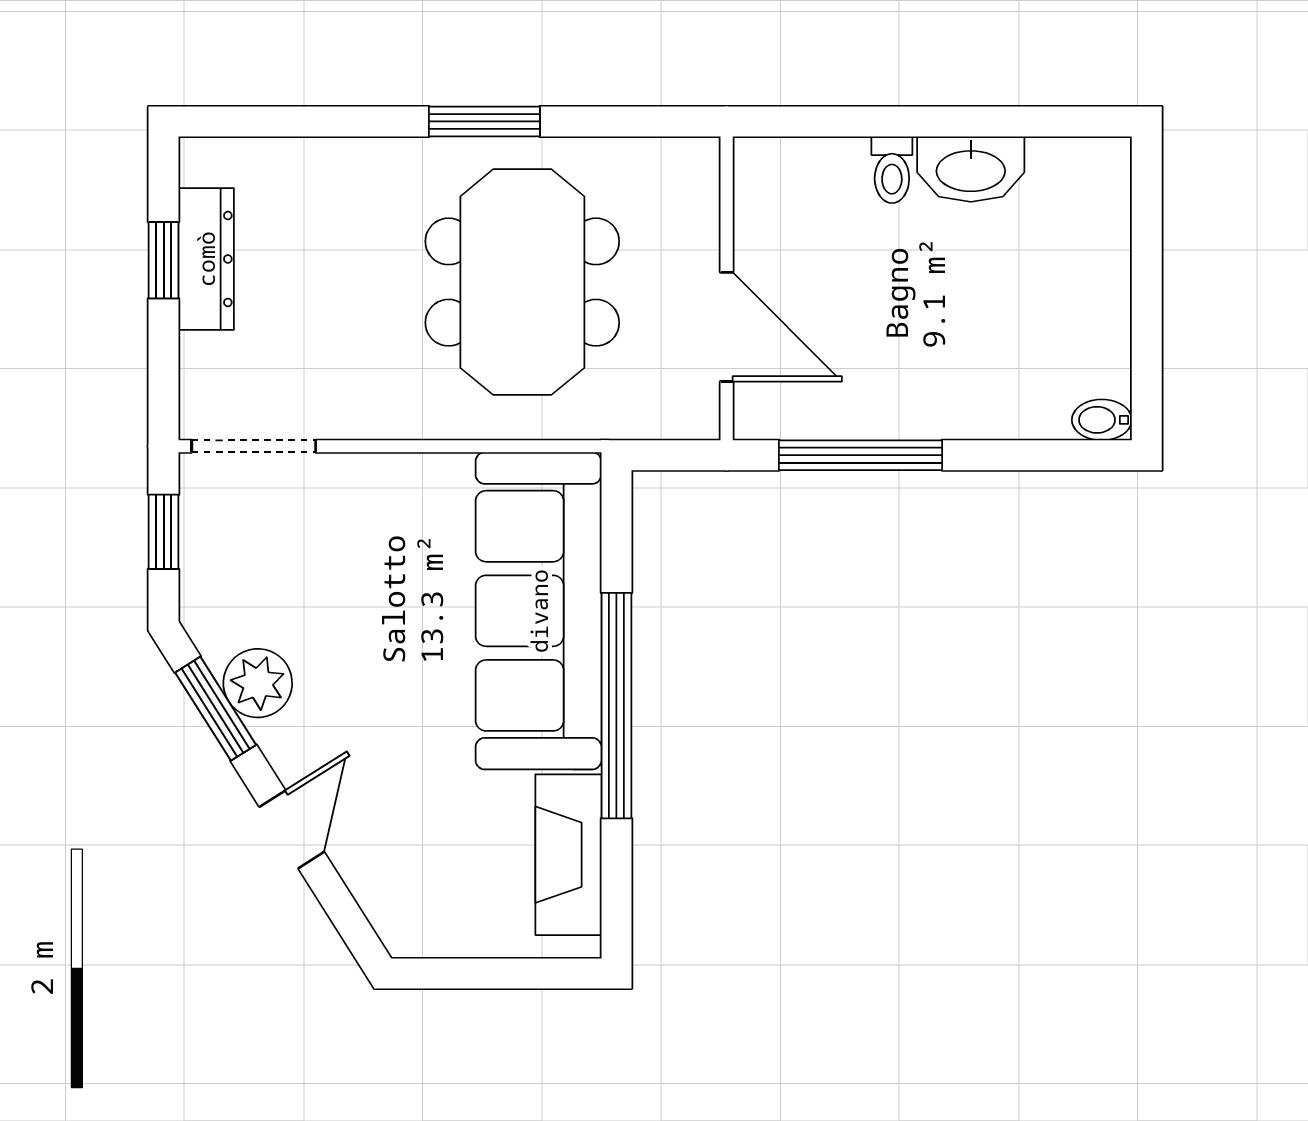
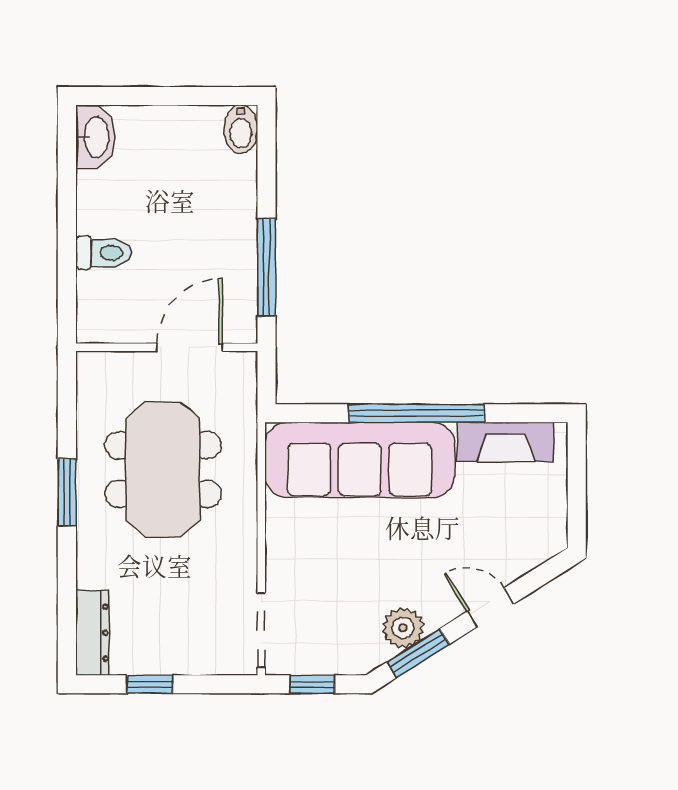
washbasin: (971, 169) -> (95, 137), moved
toilet: (892, 170) -> (103, 253), width x1.37, depth x1.39
dresser: (206, 259) -> (92, 633), moved, turned 90
meeting table: (522, 282) -> (163, 470), turned 90
bidet: (1102, 420) -> (241, 129), width x1.38, depth x1.36

